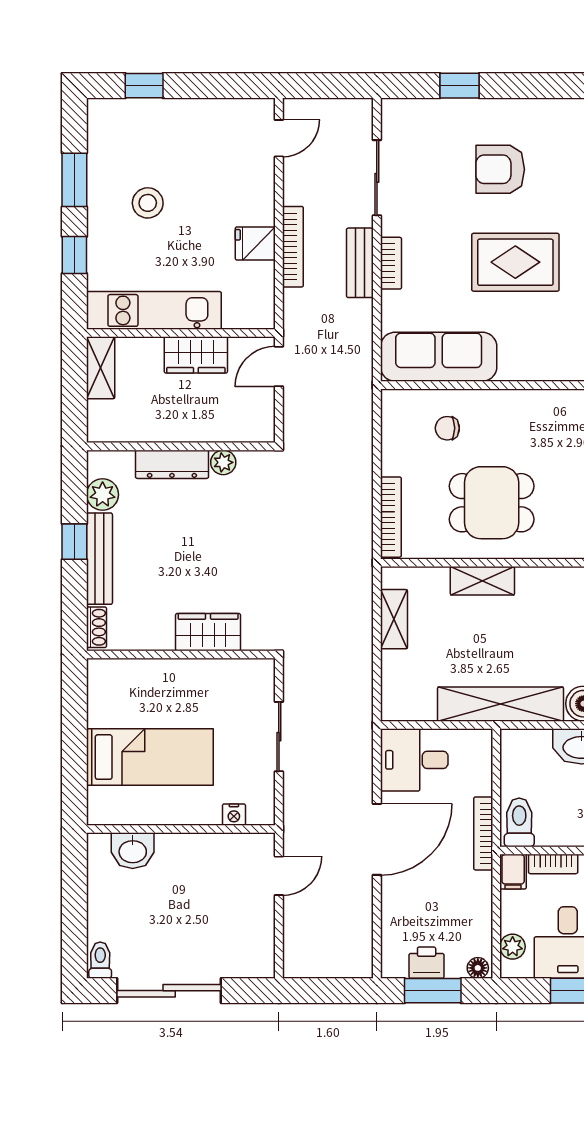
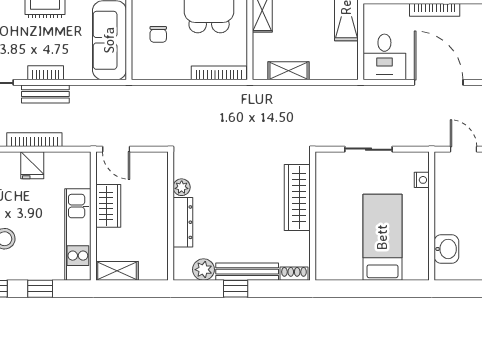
wardrobe: (208, 632) -> (297, 198), width x1.50

